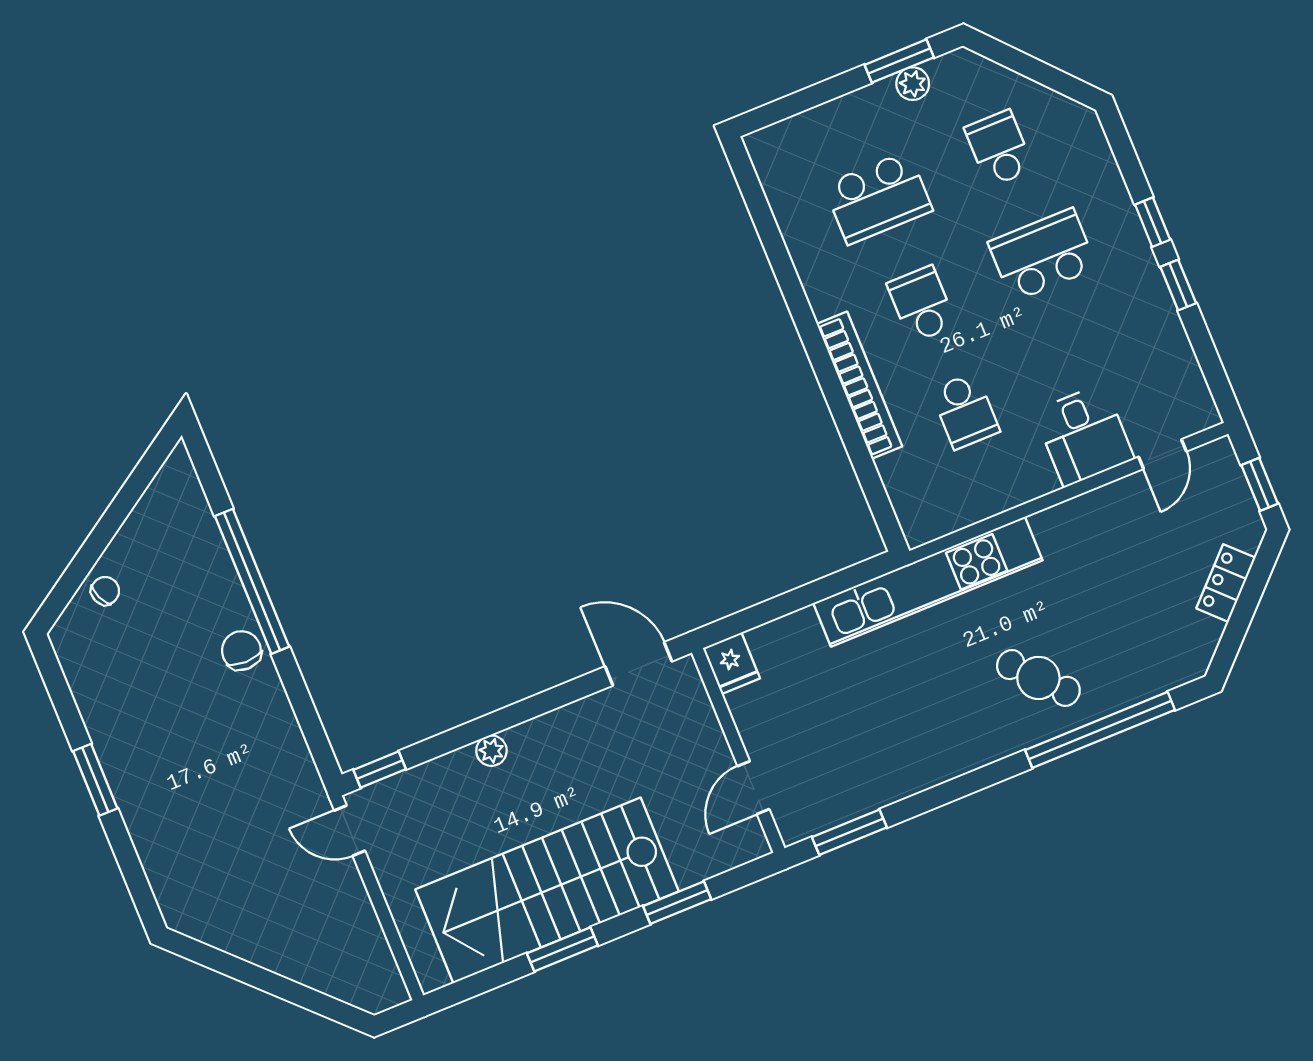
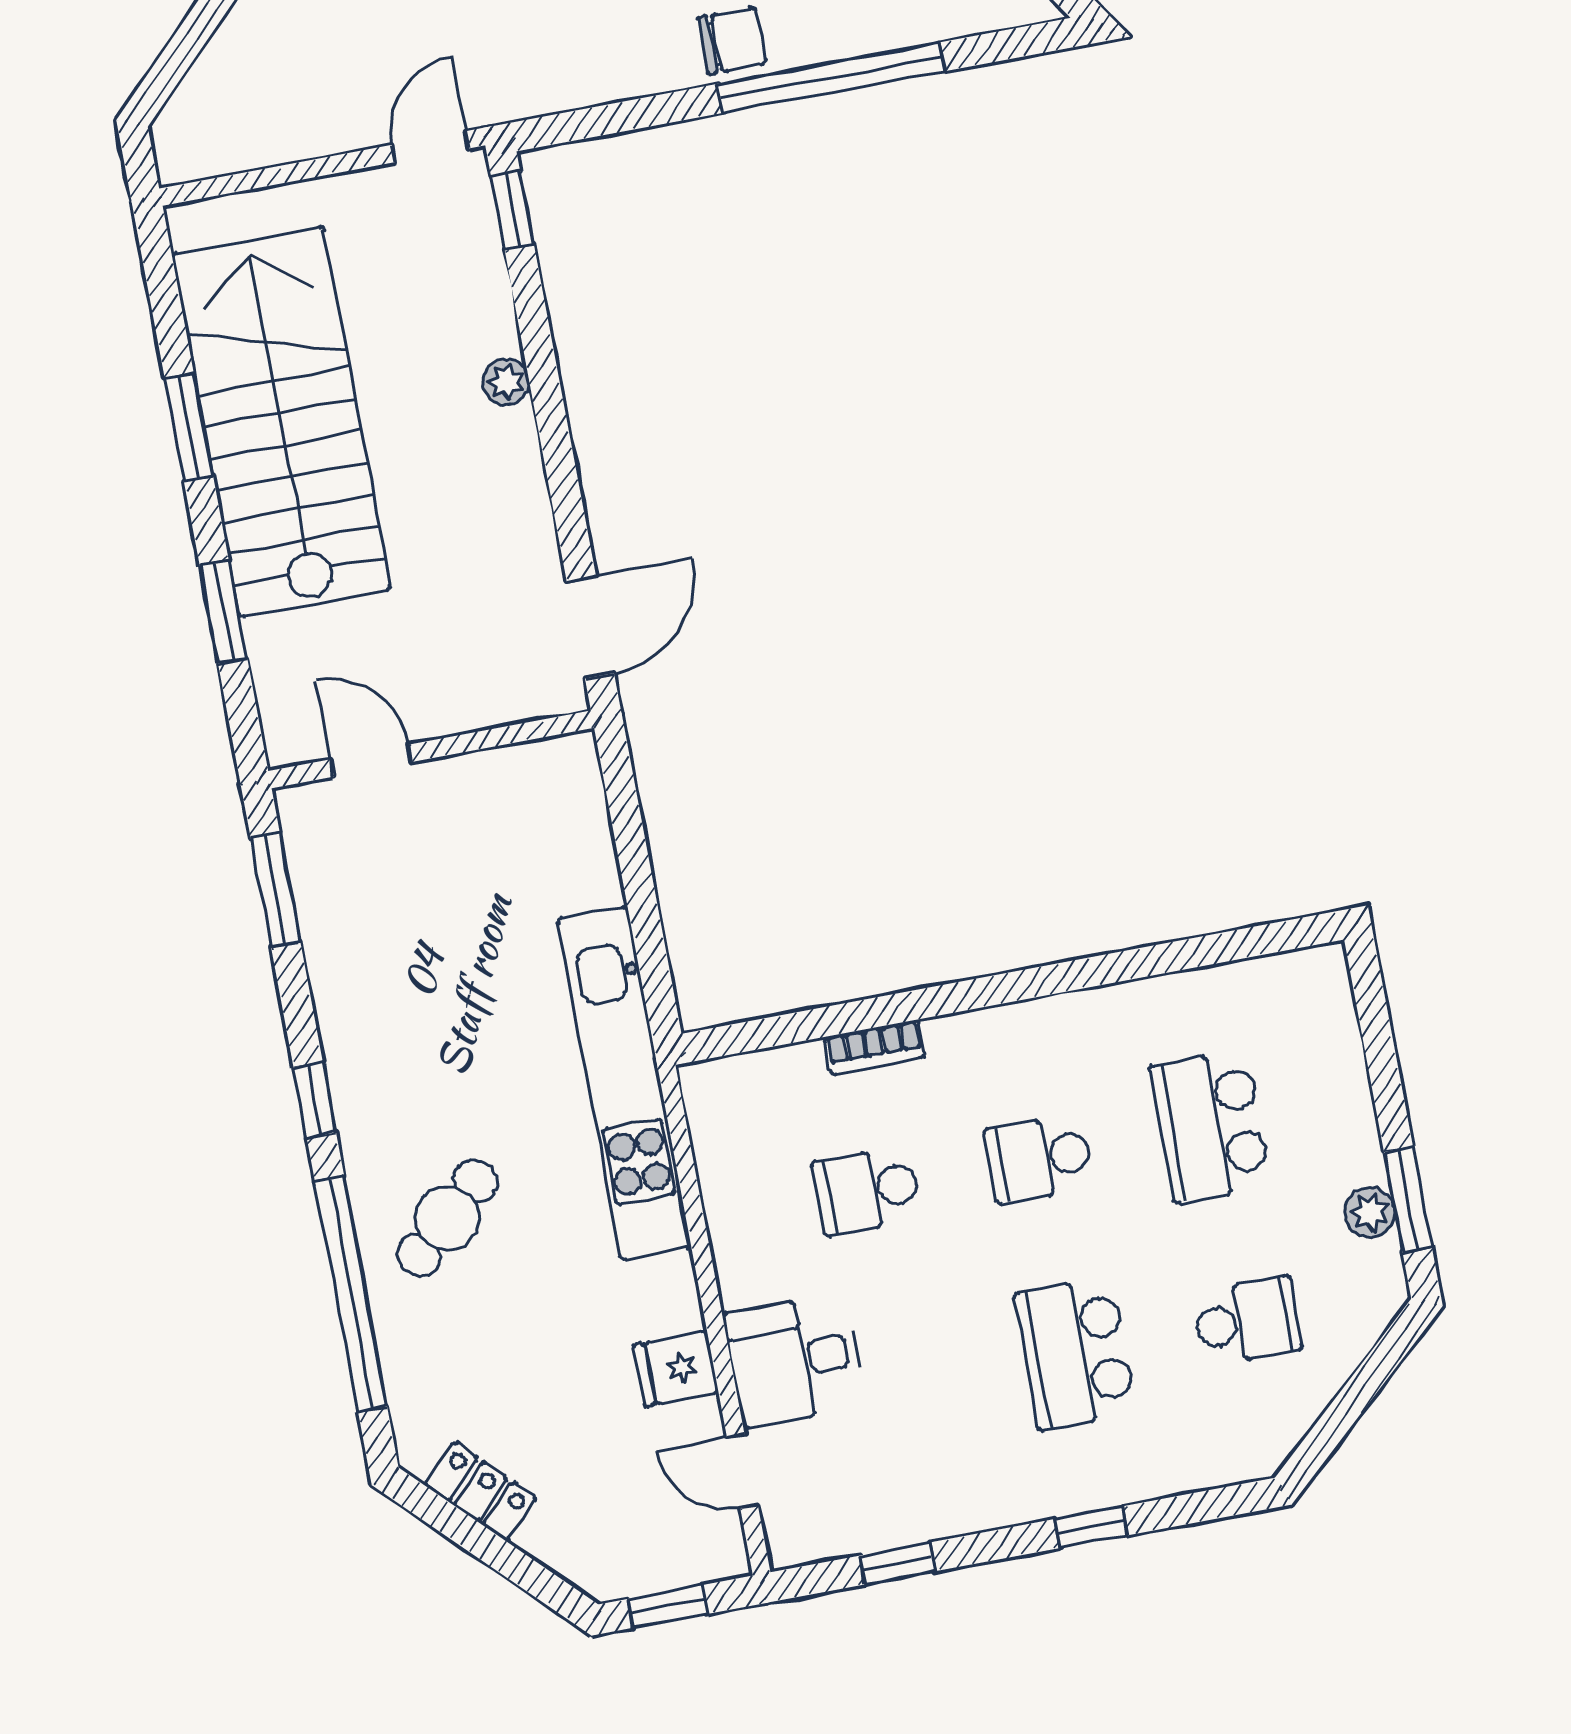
school desk: (1043, 255) -> (1076, 1353), turned 180
window: (1178, 285) -> (898, 1563), moved
school desk: (922, 304) -> (1039, 1158), turned 180
bookcase: (859, 385) -> (875, 1047), width x0.43, depth x0.76
locker: (1226, 583) -> (480, 1491), moved
fridge: (731, 663) -> (676, 1369), moved
window: (980, 779) -> (315, 1100), added

